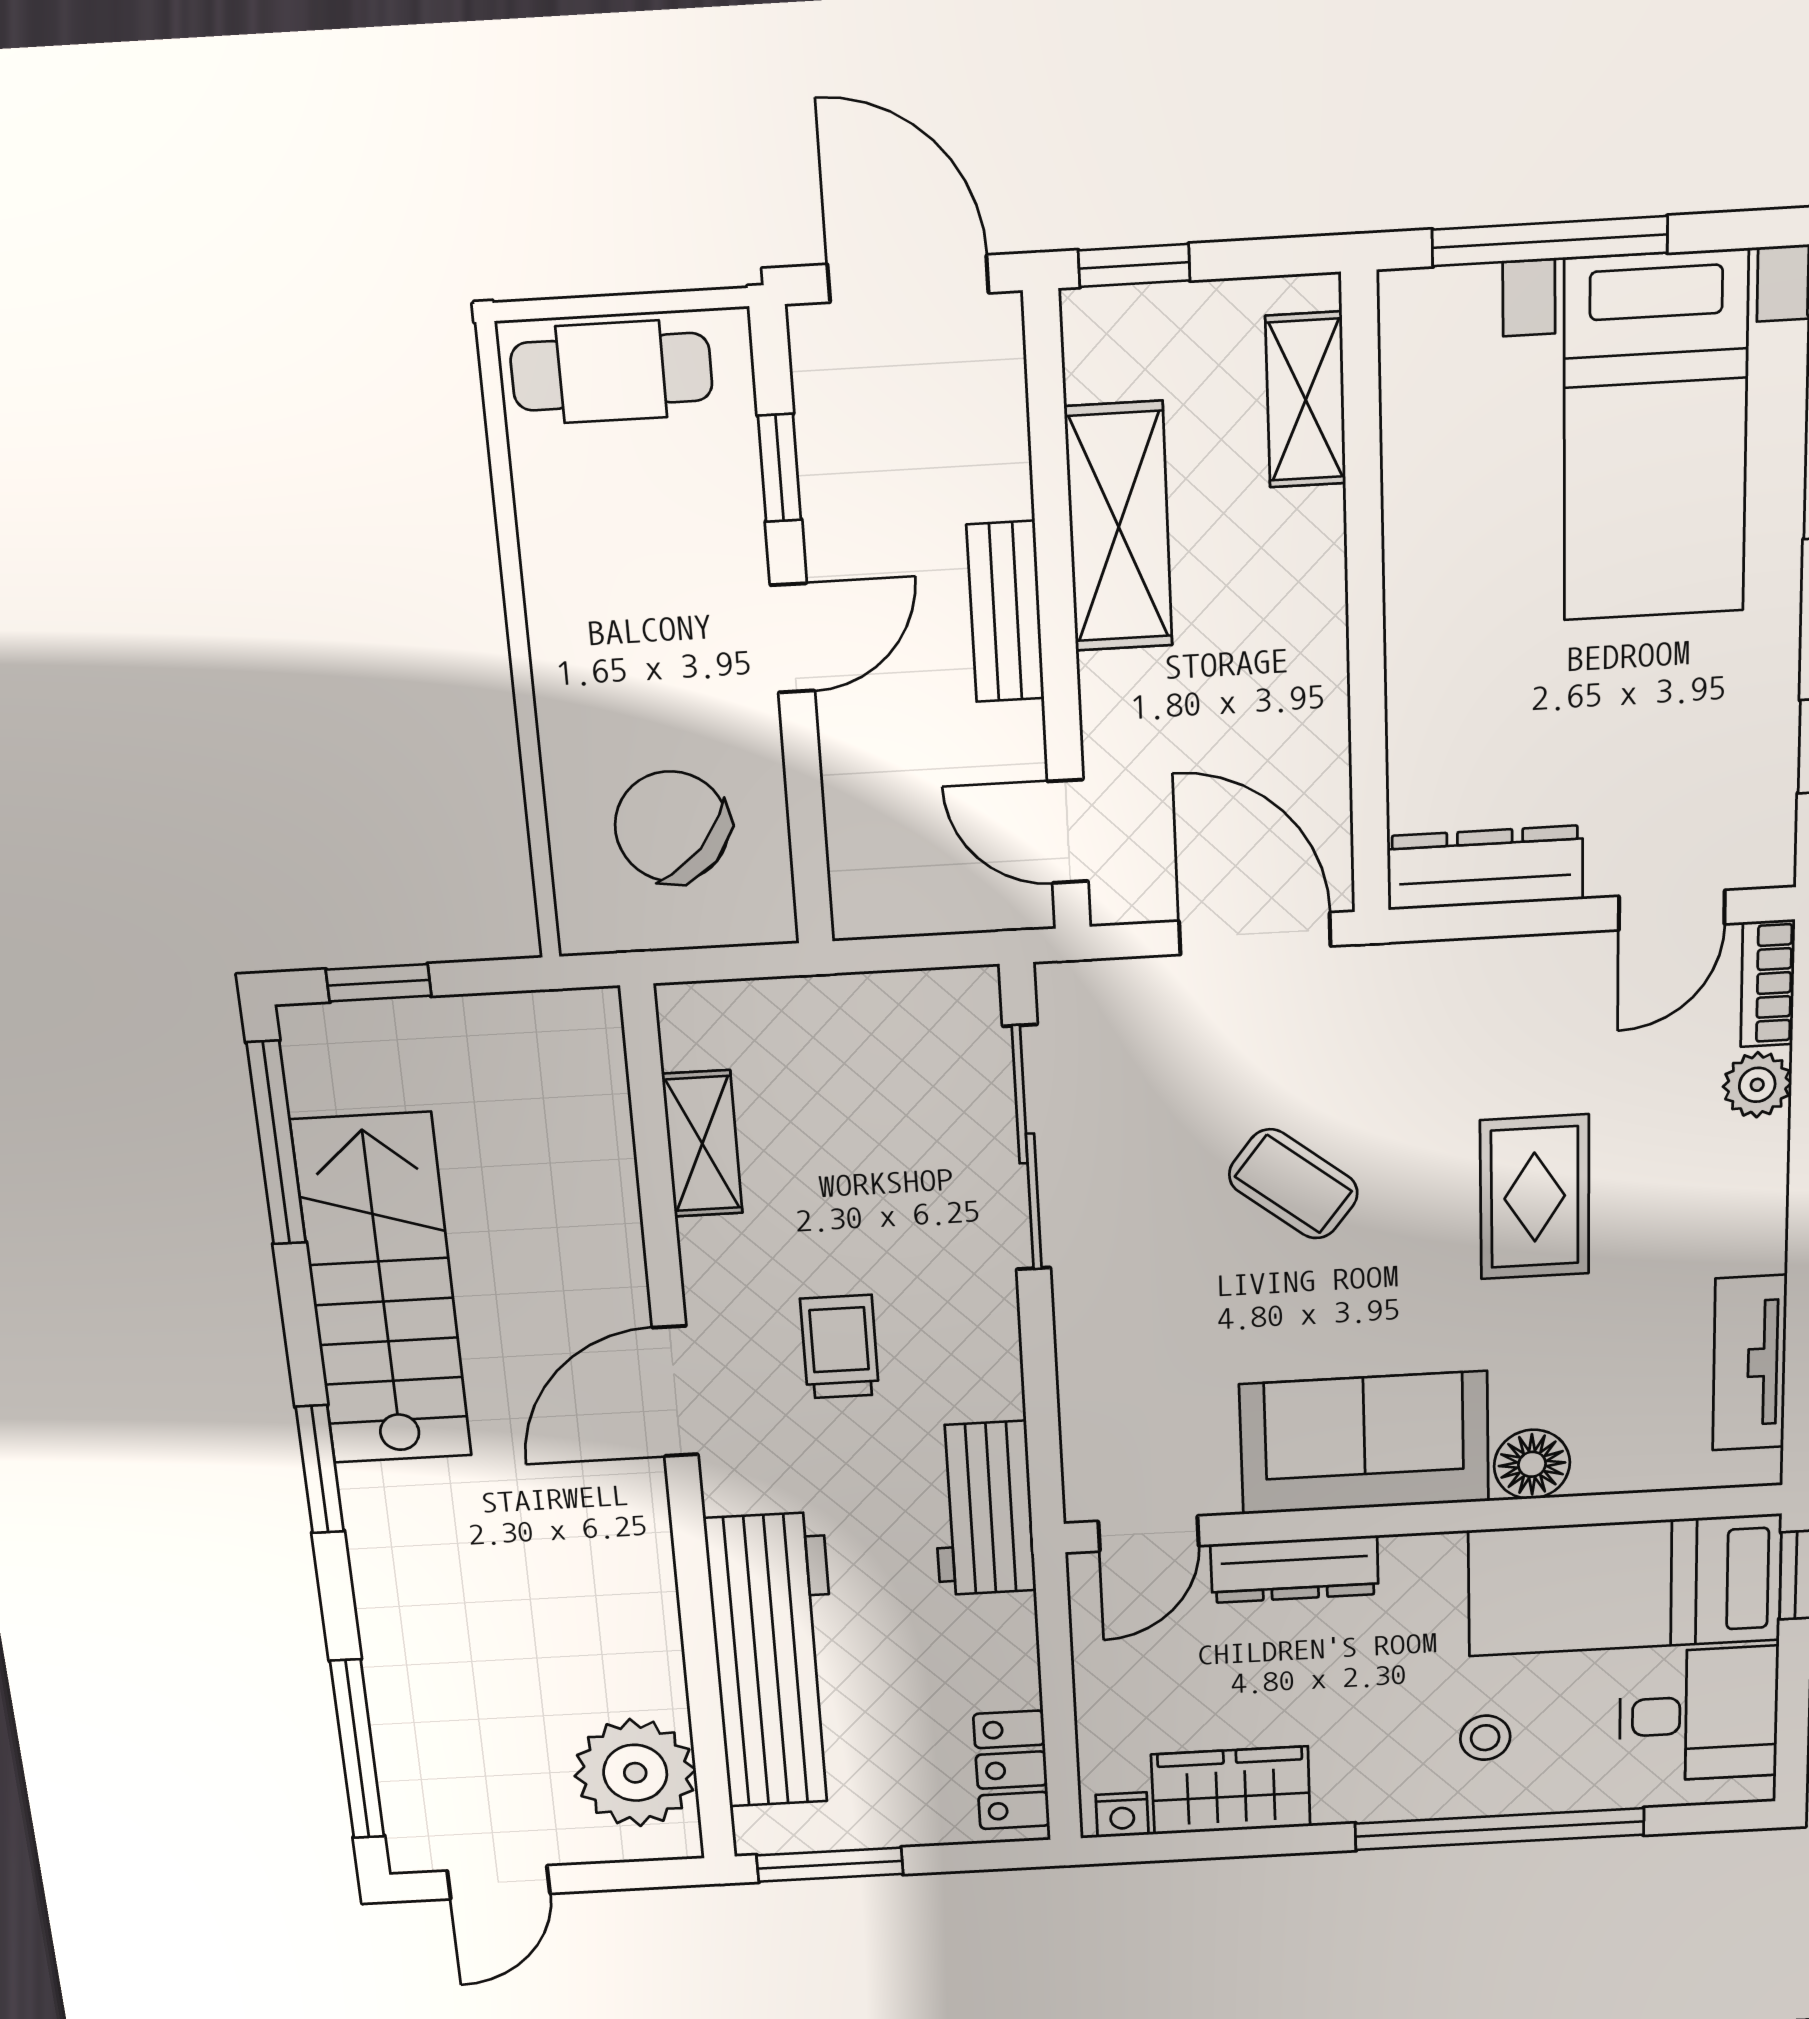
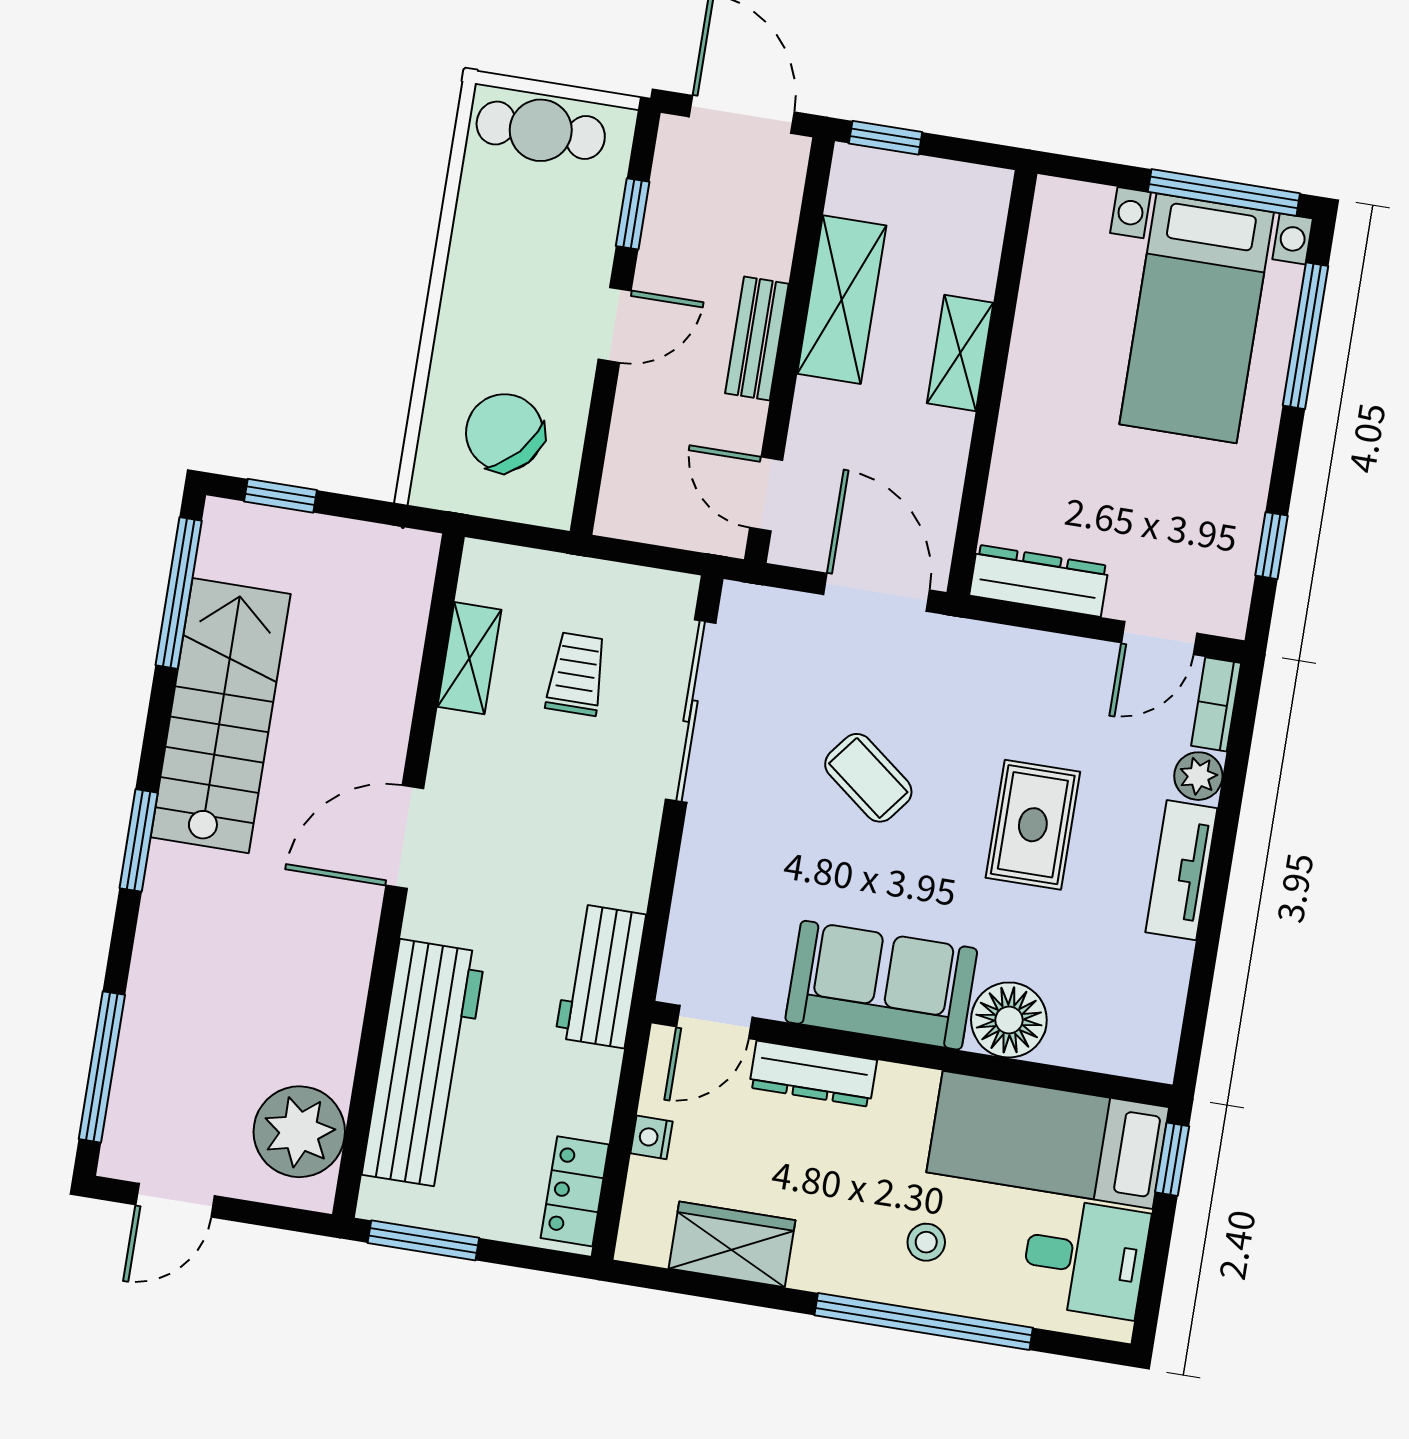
window: (1550, 241) -> (1224, 193), moved
shelving: (1306, 400) -> (960, 353), moved
trolley: (840, 1347) -> (576, 674), moved
tv unit: (1750, 1363) -> (1181, 870), moved
floor lamp: (1532, 1464) -> (1009, 1020), width x1.38, depth x1.38
nightstand: (1122, 1815) -> (652, 1137), moved, turned 90

